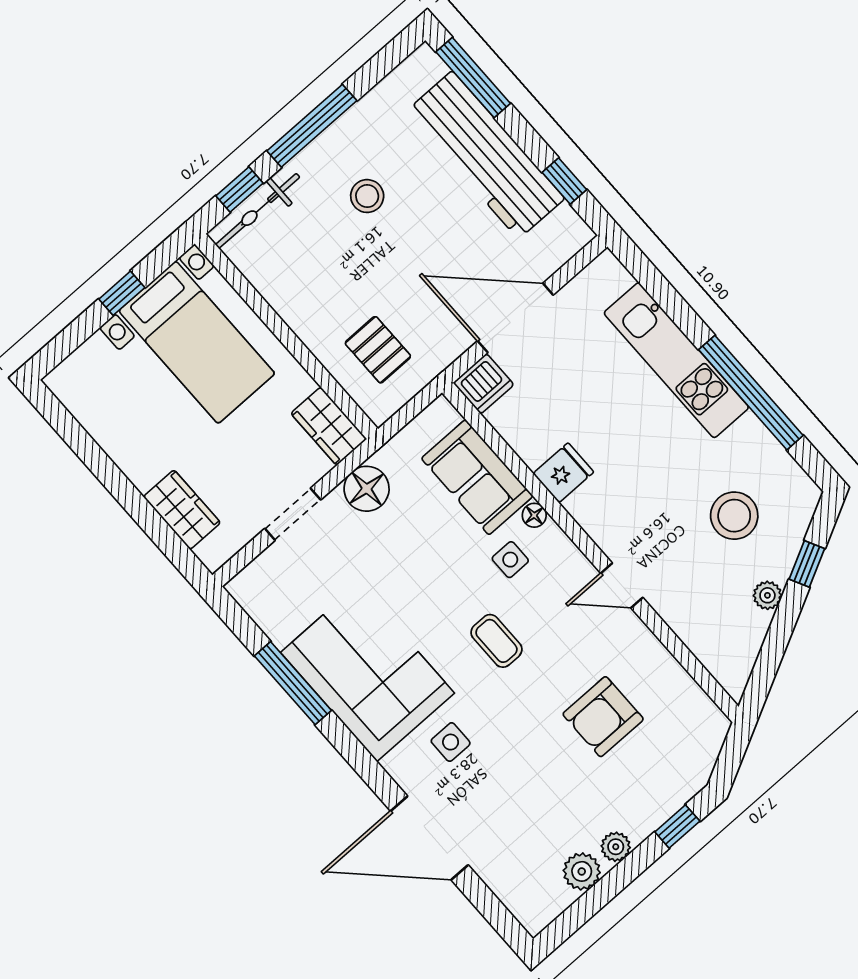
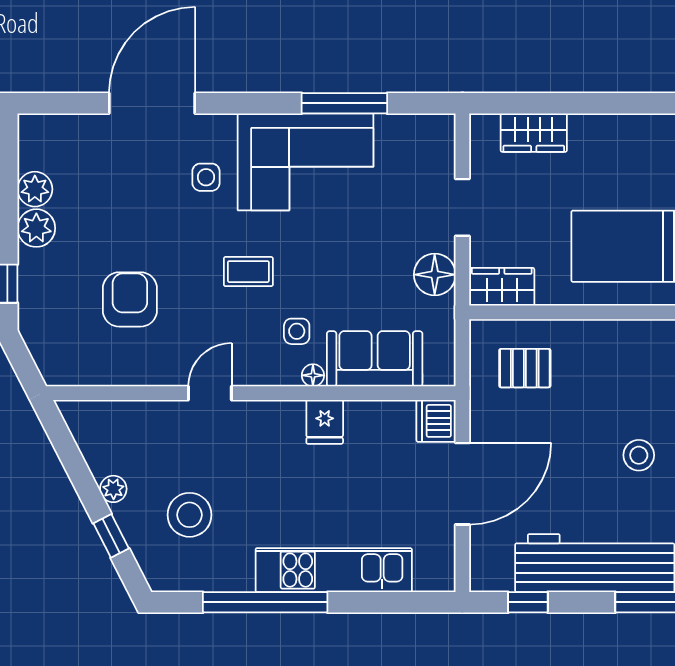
plant: (616, 847) -> (36, 228), width x1.38, depth x1.38

